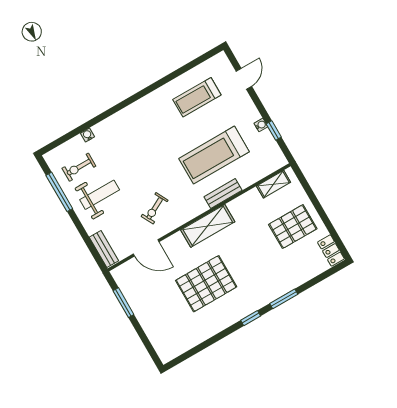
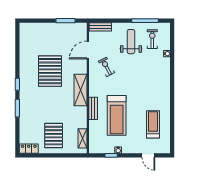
treadmill: (214, 155) -> (117, 115), turned 180
weight bench: (100, 195) -> (131, 42), turned 180

